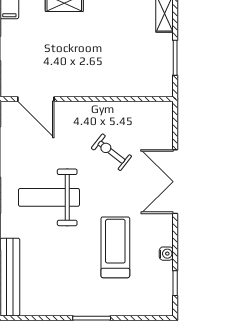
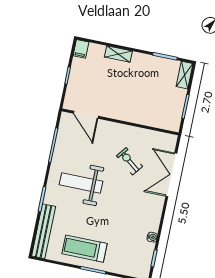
double door: (175, 182) -> (171, 175), moved
treadmill: (115, 247) -> (84, 249), moved, turned -90

